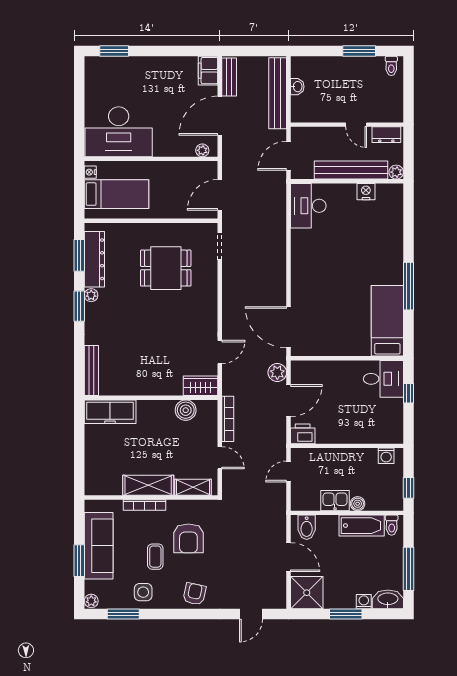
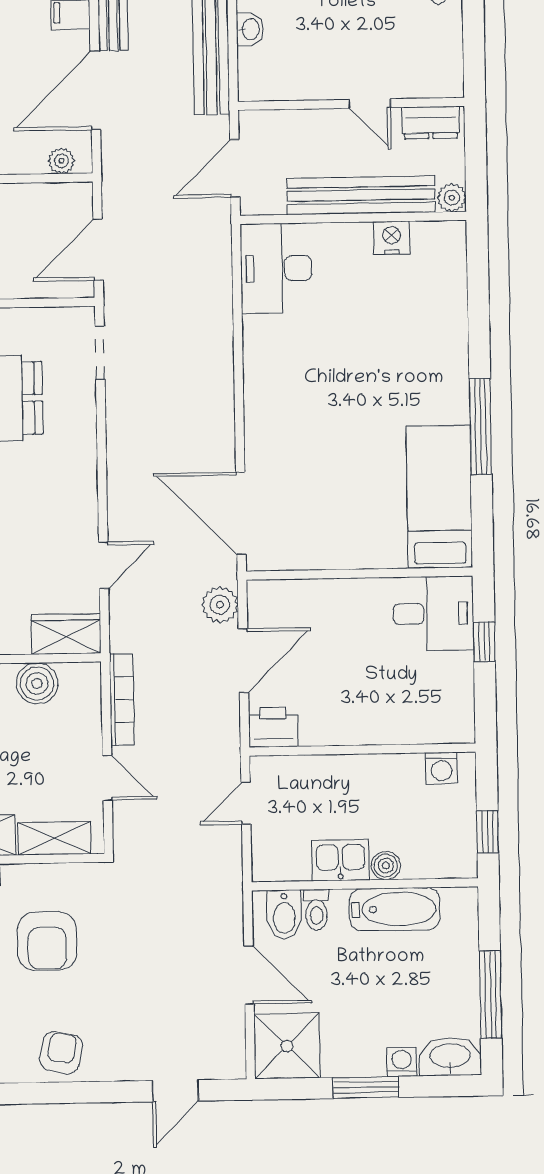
toilet: (392, 525) -> (316, 910), moved

